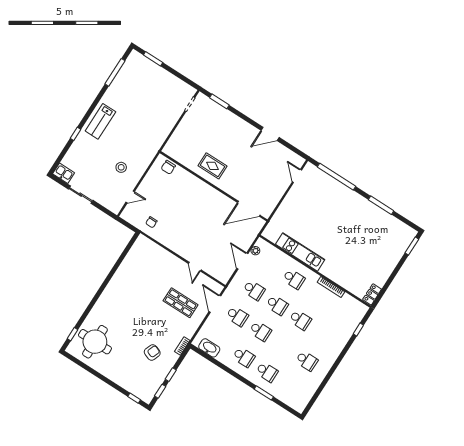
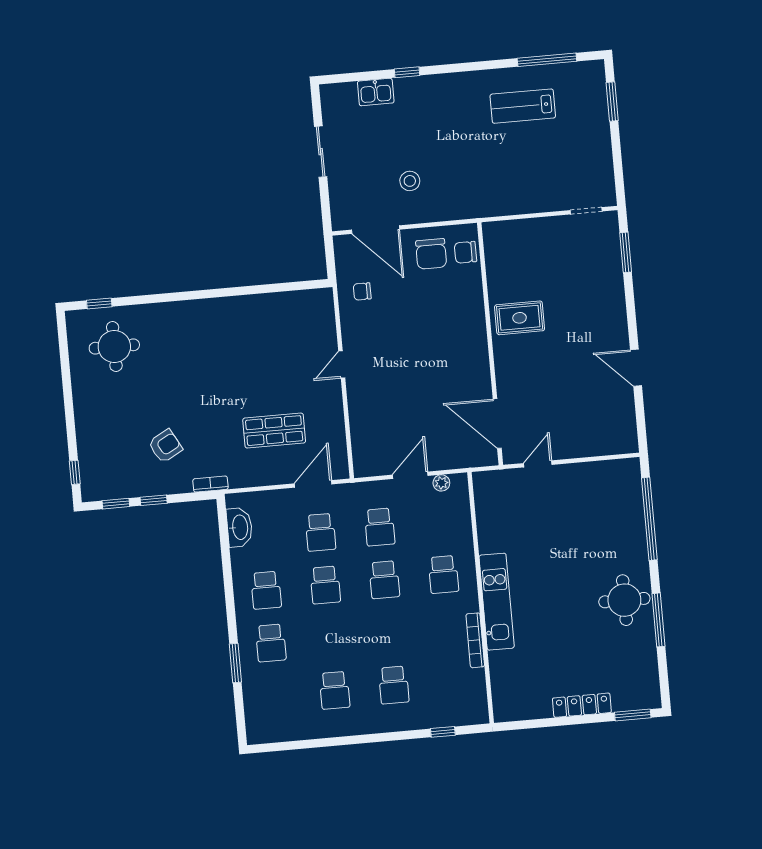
lab bench: (100, 121) -> (523, 106), moved
rug: (212, 166) -> (520, 318), turned 90
kitchen sink: (64, 173) -> (376, 92), moved, turned 90
door: (297, 176) -> (538, 464), moved
chair: (158, 182) -> (431, 254), added
door: (130, 197) -> (376, 230), width x1.88
round table: (362, 213) -> (624, 600), added
kitchen unit: (300, 252) -> (497, 602), moved
door: (195, 267) -> (342, 364), moved
locker: (372, 294) -> (582, 705), moved, width x1.53
shop shelf: (181, 303) -> (274, 431), turned 90
school desk: (300, 320) -> (394, 685), moved
round table: (95, 342) -> (114, 347), width x0.73, depth x0.73
armchair: (152, 352) -> (165, 446), turned -50

